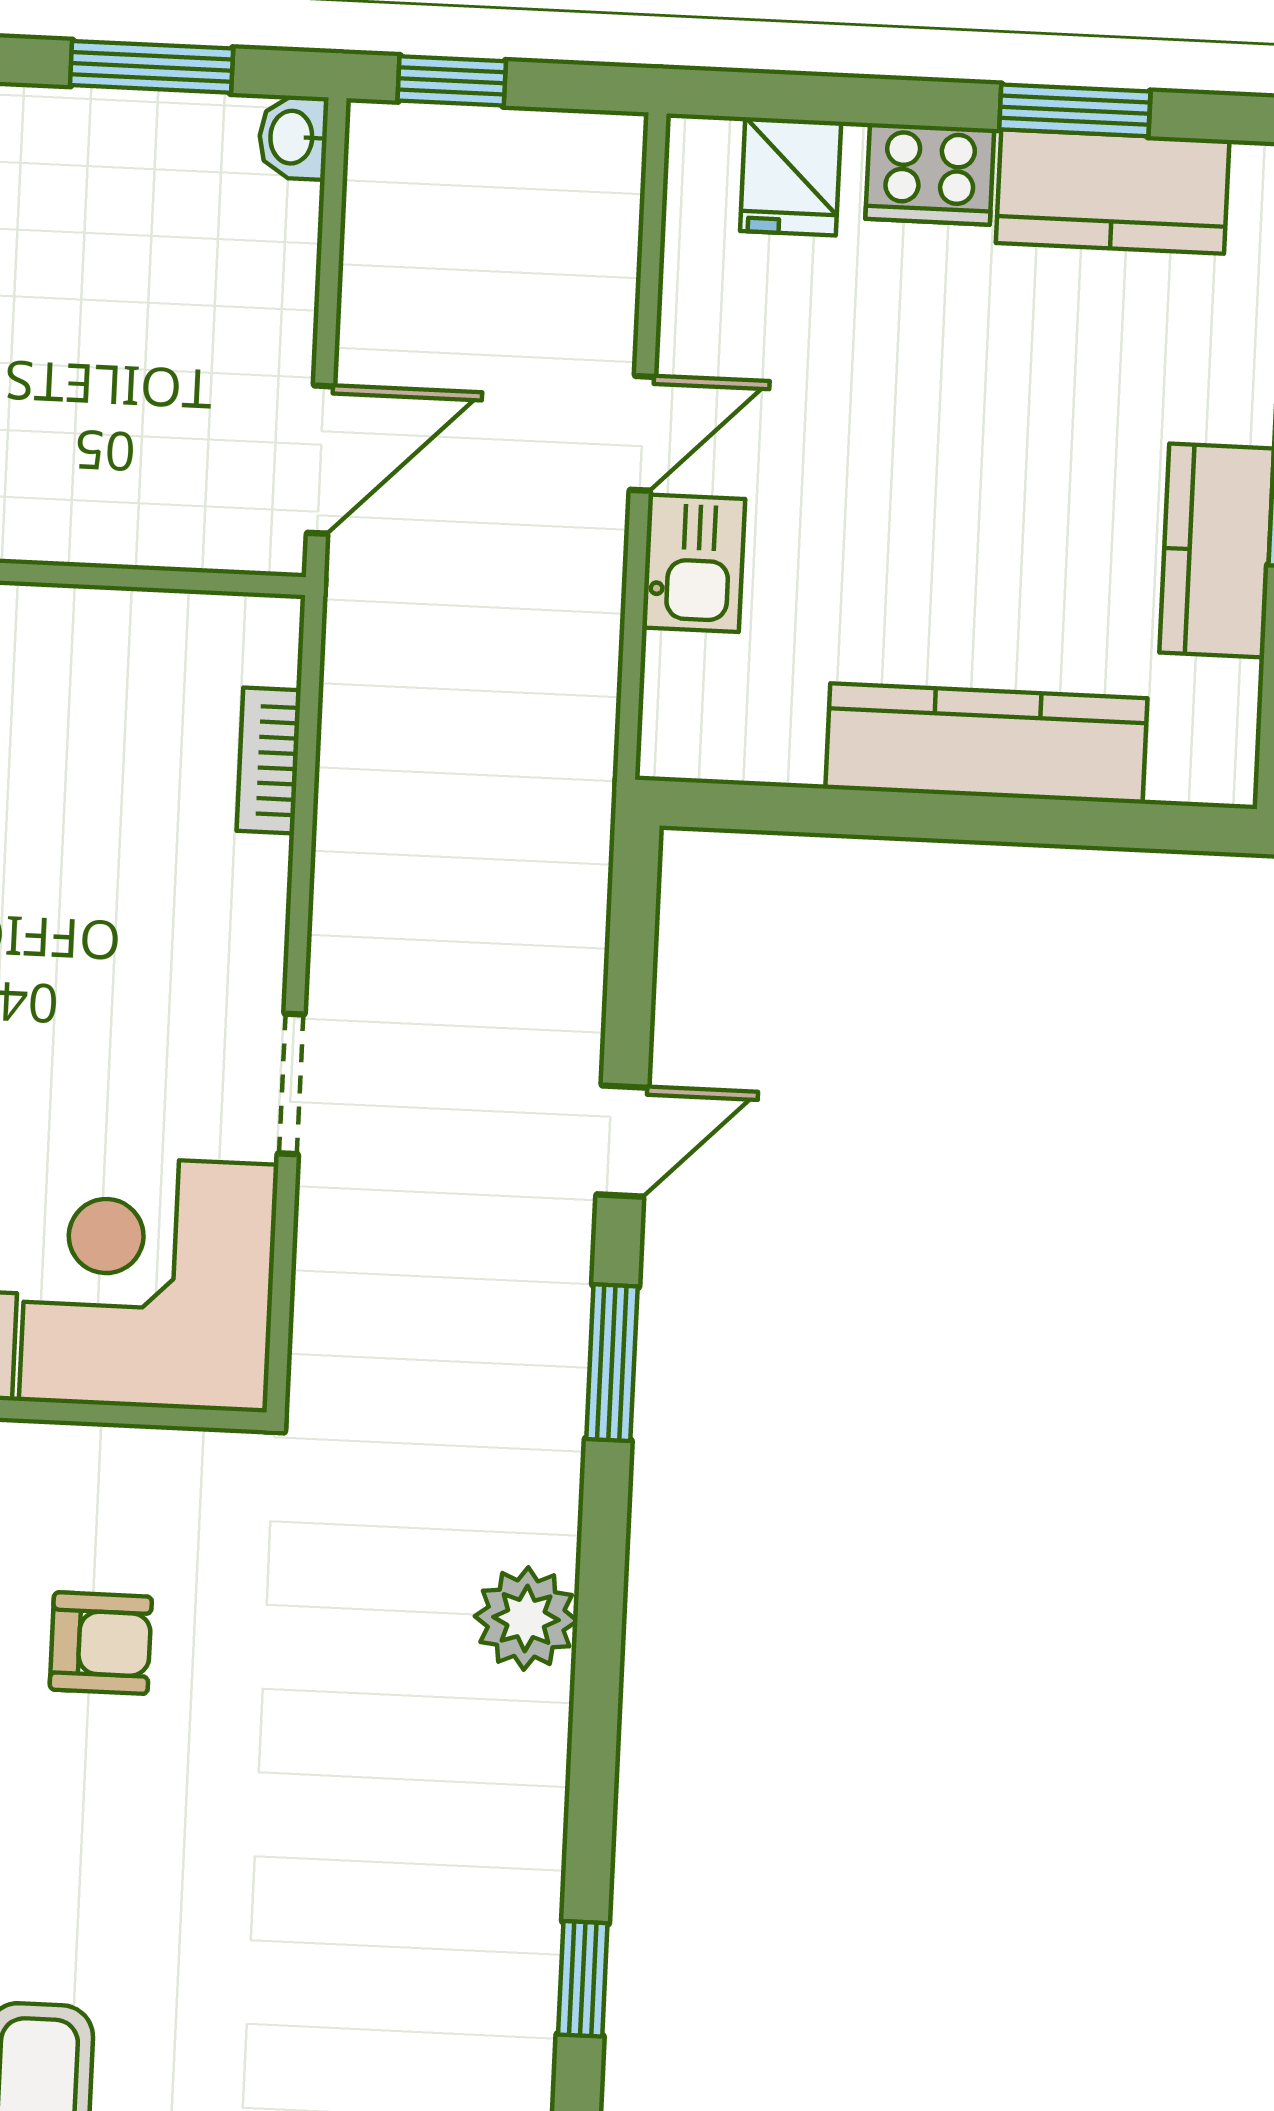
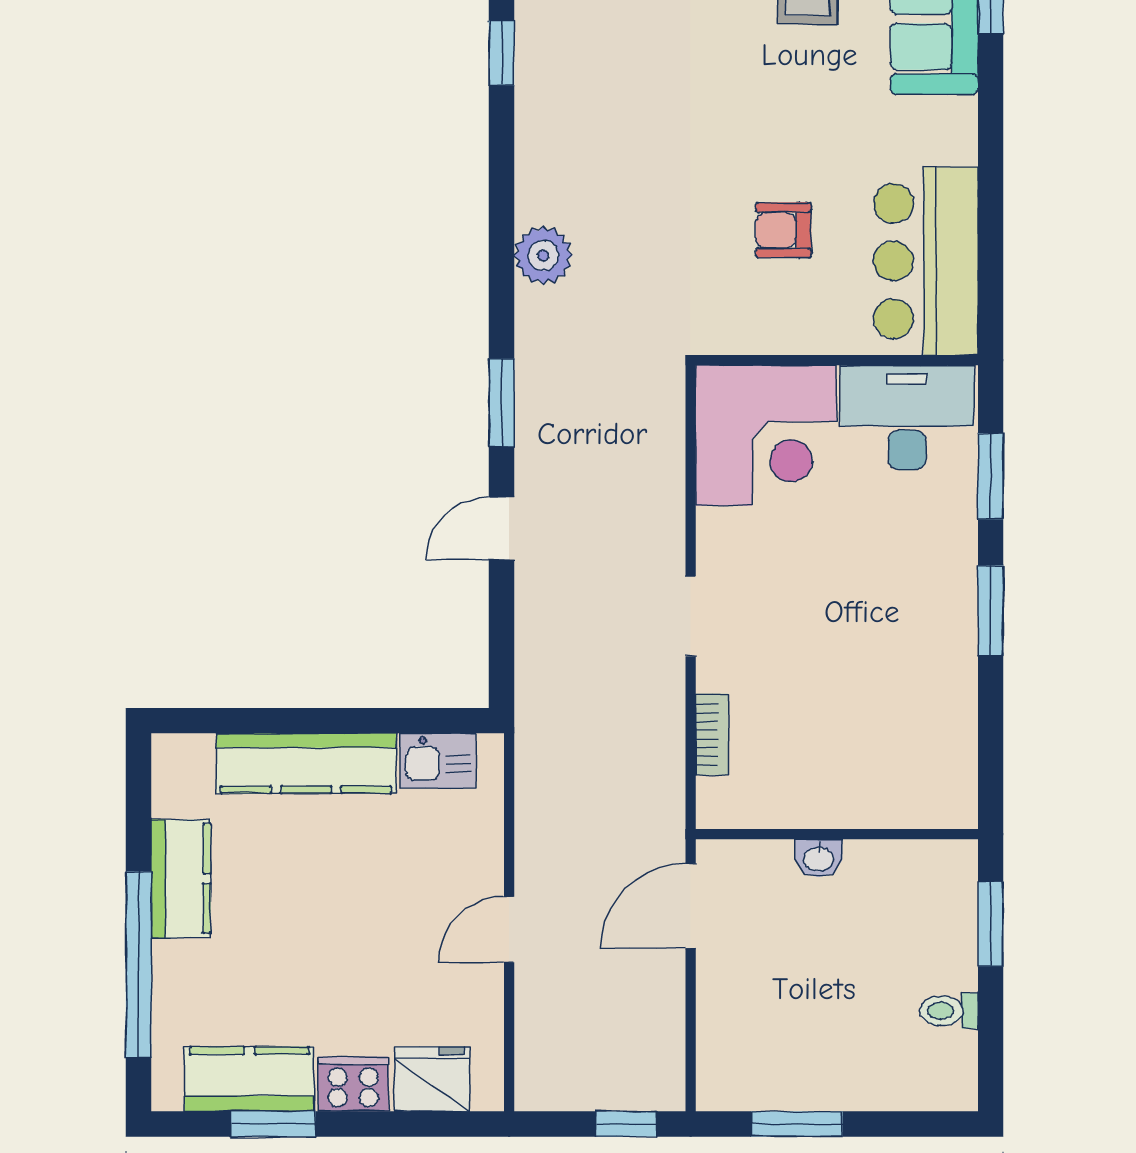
washbasin: (293, 137) -> (819, 858), moved, turned 90
fridge: (791, 176) -> (432, 1079), width x1.38
kitchen sink: (694, 563) -> (438, 761), moved, turned -90
doorway: (291, 1084) -> (691, 616), moved

